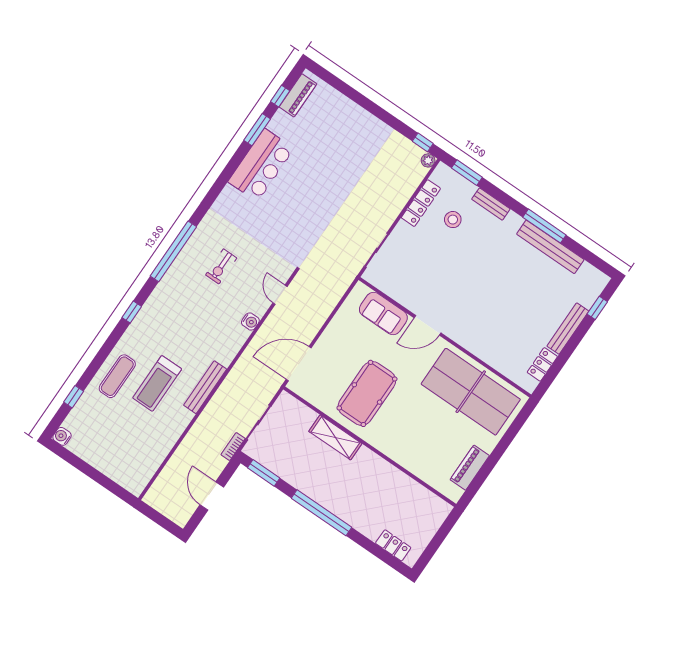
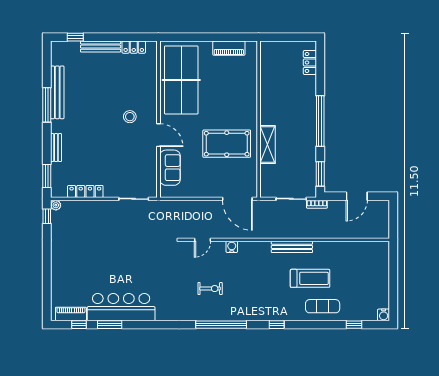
bar counter: (261, 165) -> (121, 307), width x1.36
stool: (453, 220) -> (130, 117), moved

